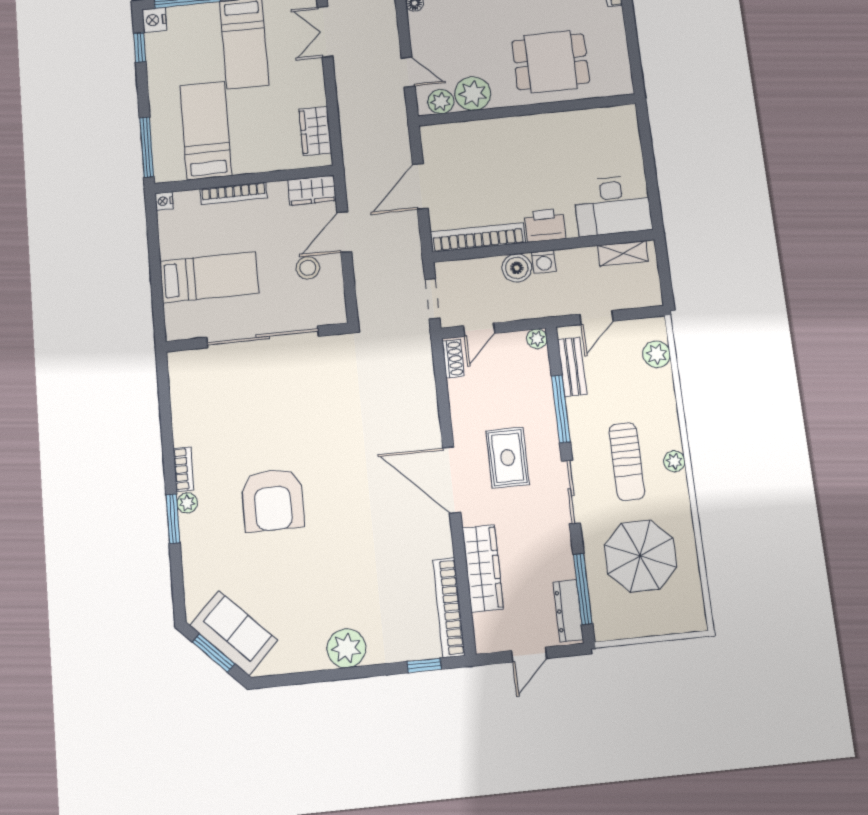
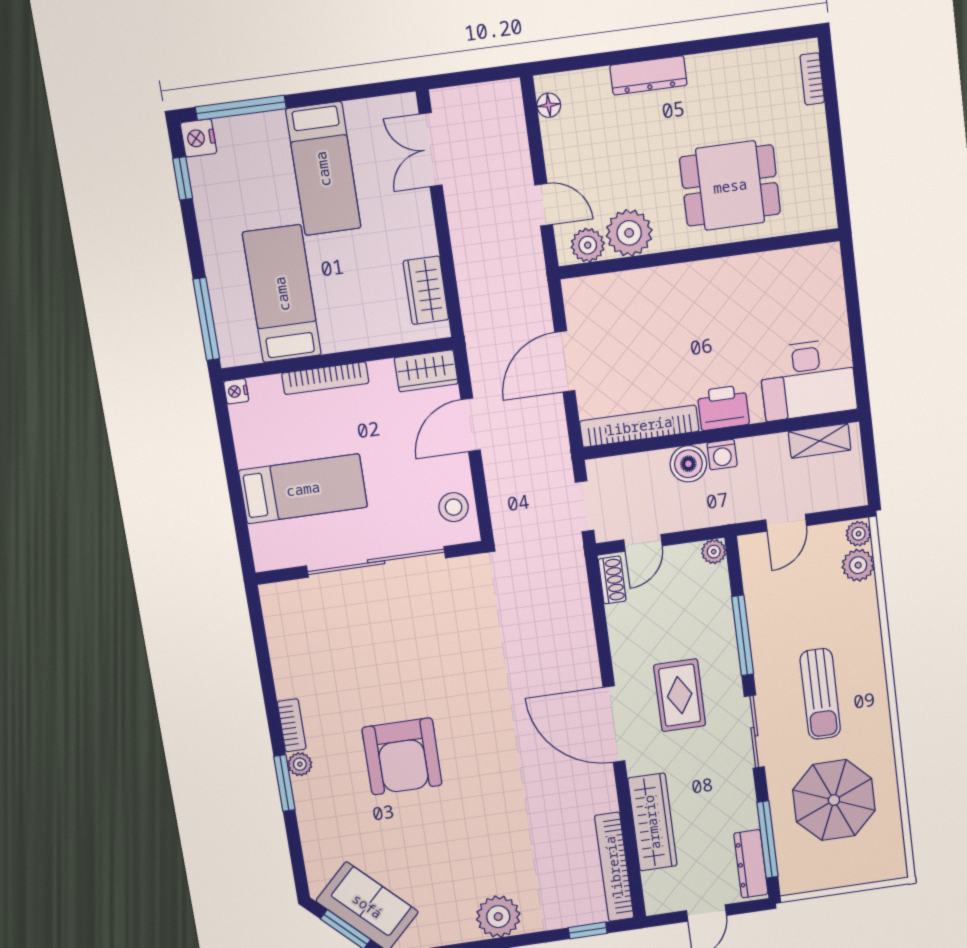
stool: (308, 268) -> (454, 507), moved
bench: (572, 367) -> (756, 584), removed
plant: (674, 461) -> (859, 534), moved

